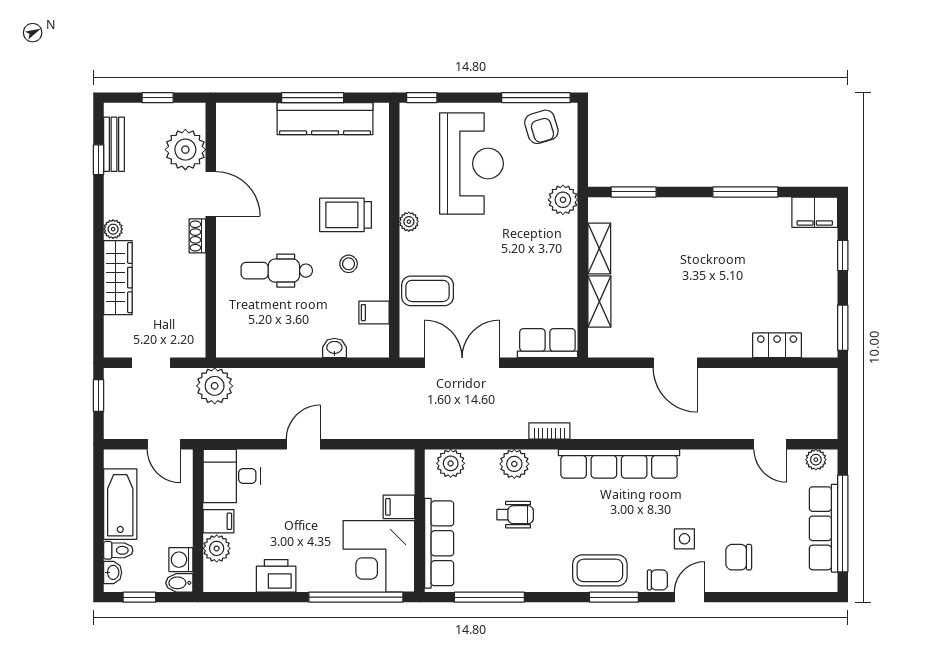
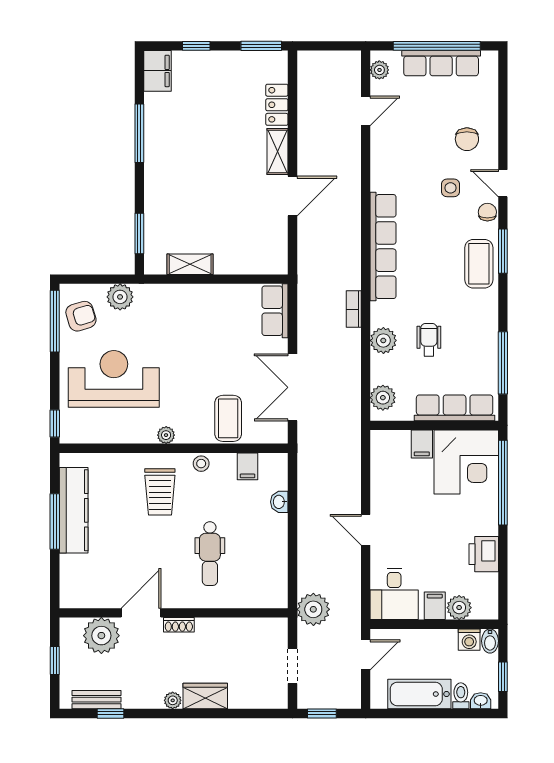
plant: (563, 200) -> (120, 297), moved
stool: (349, 264) -> (201, 464), moved
wardrobe: (118, 278) -> (205, 696), width x0.67
shelving: (599, 302) -> (278, 152), moved, turned 90

